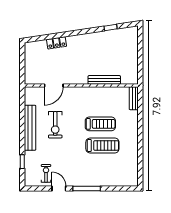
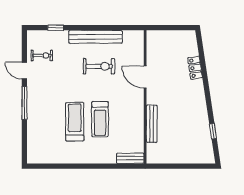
door: (54, 85) -> (145, 77), moved
exercise bike: (55, 125) -> (99, 66), turned 180
treadmill: (102, 145) -> (75, 122), turned 180
door: (59, 188) -> (24, 71), swing flipped

